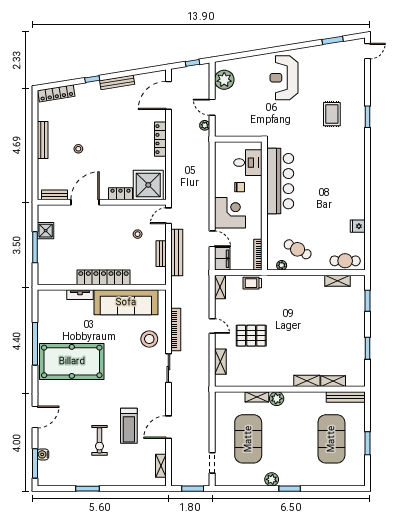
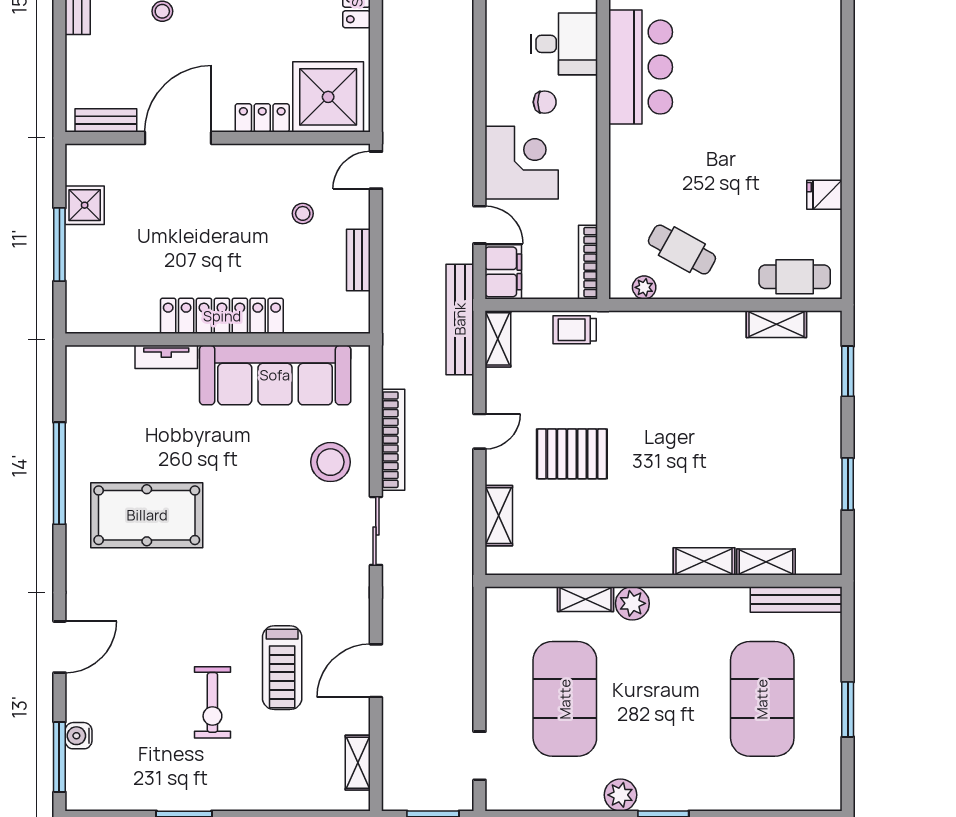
bar counter: (280, 181) -> (641, 67), width x0.73
bench: (177, 253) -> (460, 319), moved
door: (212, 326) -> (479, 431), hinge flipped
pool table: (72, 361) -> (147, 515), width x0.73, depth x0.76

